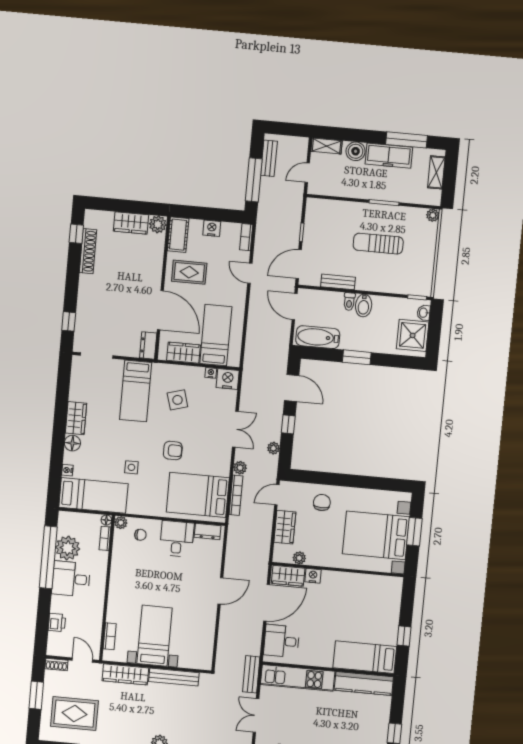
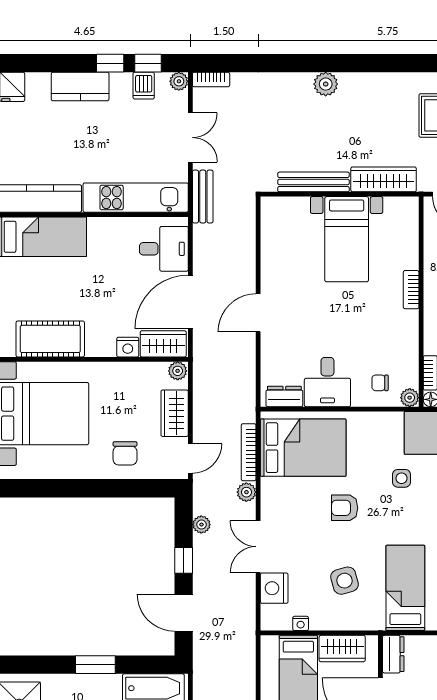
nightstand: (228, 379) -> (274, 588), moved, turned 90
plant: (299, 558) -> (178, 371), moved
cot: (366, 586) -> (50, 339), added
bookcase: (110, 636) -> (411, 290), moved

